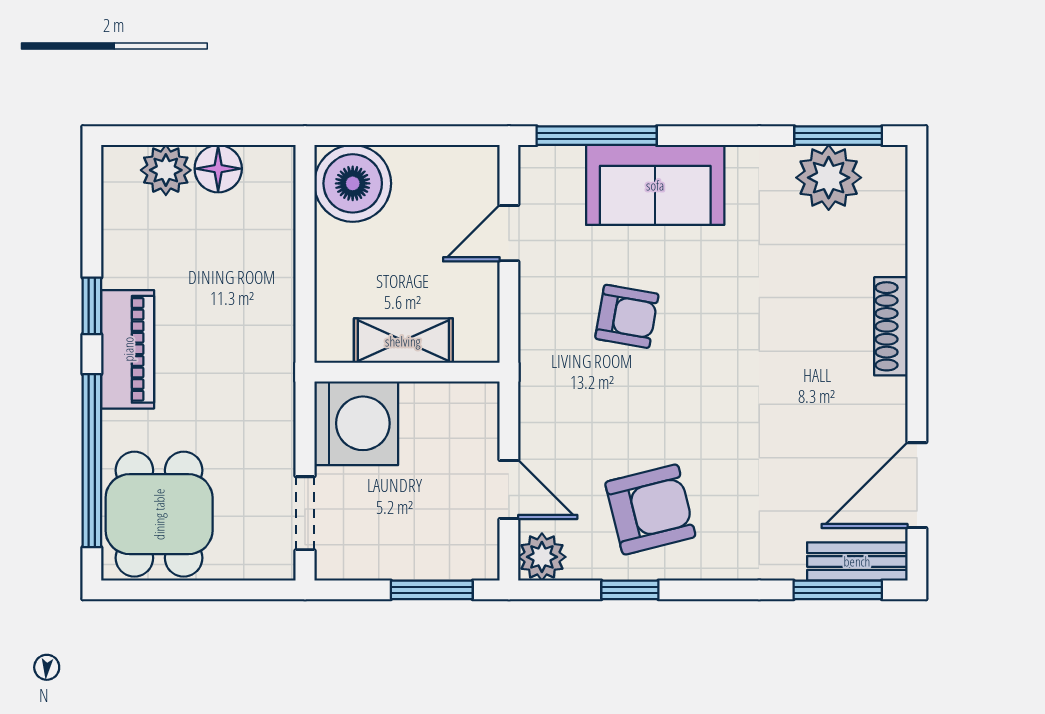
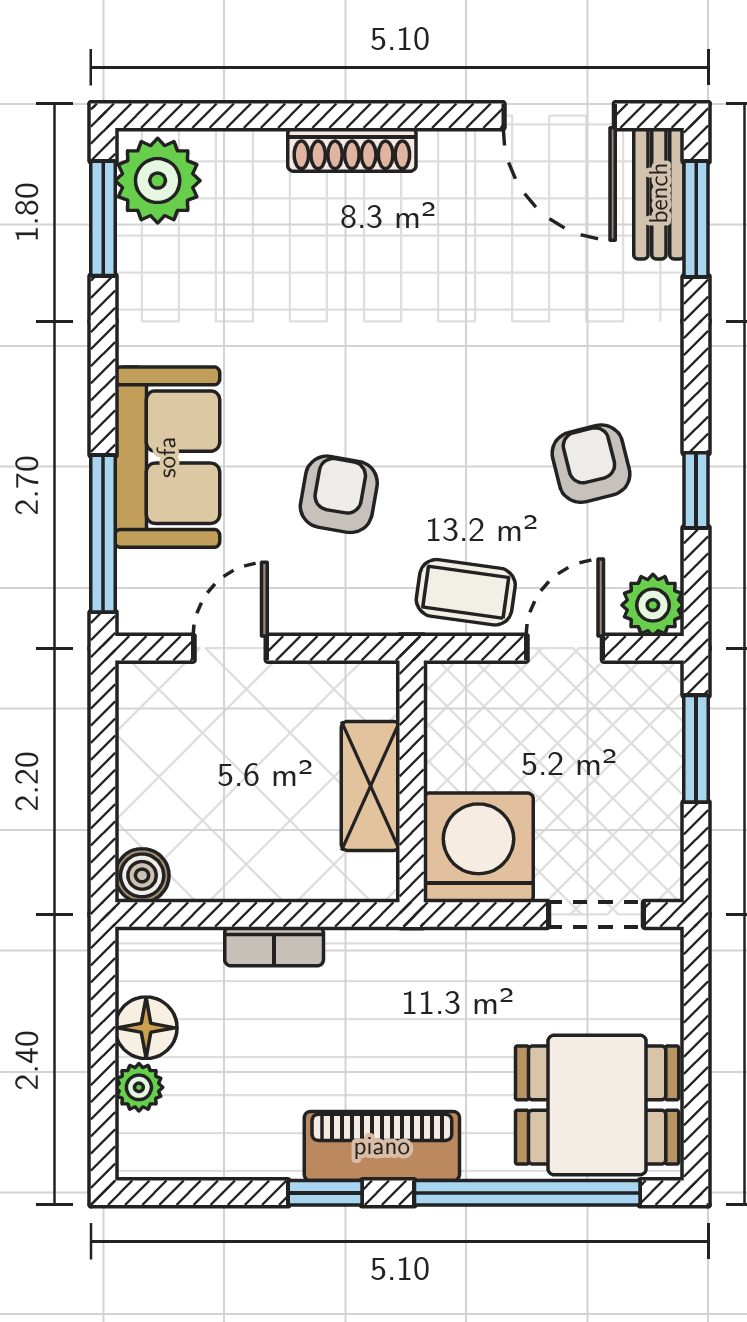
plant: (166, 170) -> (139, 1087), width x0.73, depth x0.73
plant: (829, 178) -> (158, 181), moved
boiler: (353, 183) -> (142, 875), width x0.54, depth x0.54
door: (509, 233) -> (230, 648), swing flipped
bookcase: (281, 267) -> (274, 946), added
coffee table: (552, 414) -> (466, 592), added
armchair: (650, 510) -> (591, 464), width x0.72, depth x0.72

